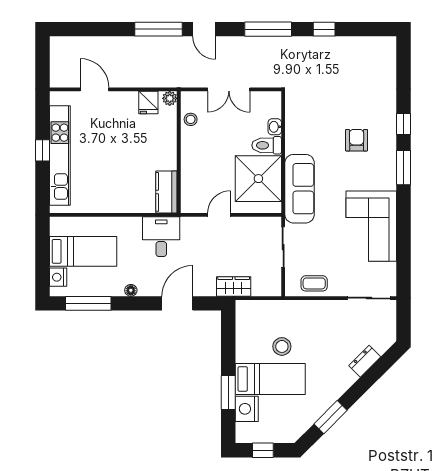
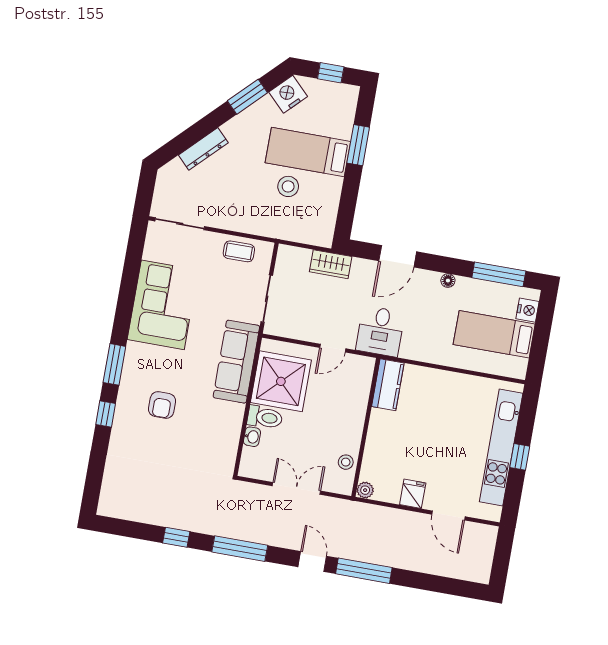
fridge: (148, 102) -> (413, 494), moved
desk: (161, 237) -> (380, 331), moved
dresser: (365, 361) -> (203, 149), width x1.44
nightstand: (247, 409) -> (288, 94), moved, turned -135

